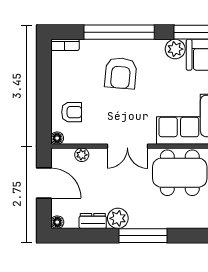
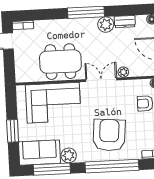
armchair: (121, 73) -> (109, 135), width x1.36, depth x1.36
plant: (82, 155) -> (123, 72), moved

